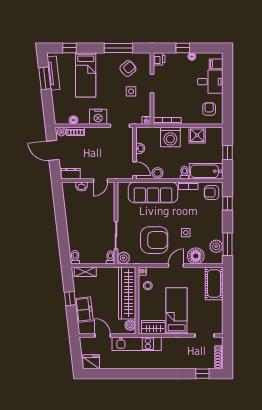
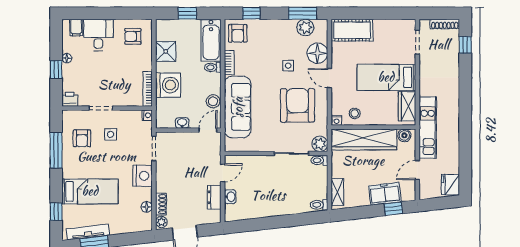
armchair: (128, 69) -> (82, 138), turned -140
dresser: (71, 174) -> (214, 197), moved
door: (101, 181) -> (223, 173), hinge flipped
window: (70, 299) -> (393, 209), moved

